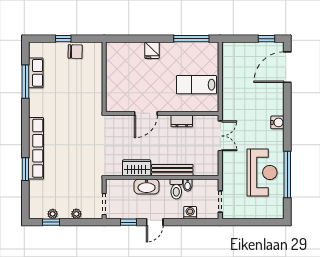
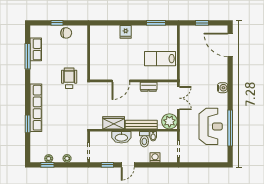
window: (191, 39) -> (156, 23), width x0.69
window: (267, 39) -> (202, 23), moved
door: (287, 67) -> (230, 45), hinge flipped
wheelchair: (79, 110) -> (69, 78), added
plant: (209, 166) -> (169, 121), added

